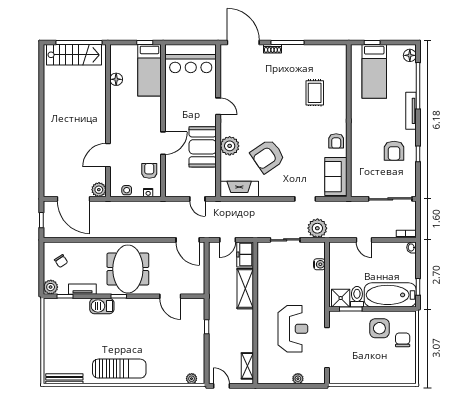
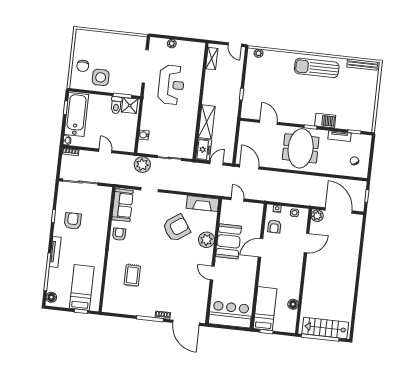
plant: (51, 287) -> (365, 141), removed
bathtub: (390, 295) -> (76, 114), moved, turned -90
reception desk: (293, 329) -> (171, 85), turned 180

